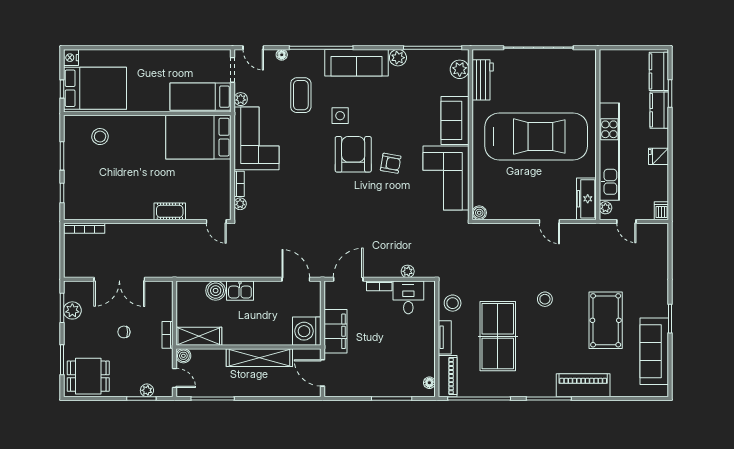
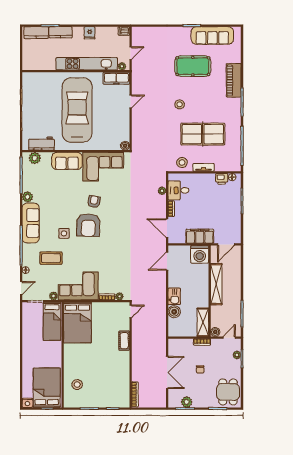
armchair: (353, 154) -> (88, 225), turned -88
printer: (427, 366) -> (222, 179), added
piano: (448, 376) -> (228, 166), removed

